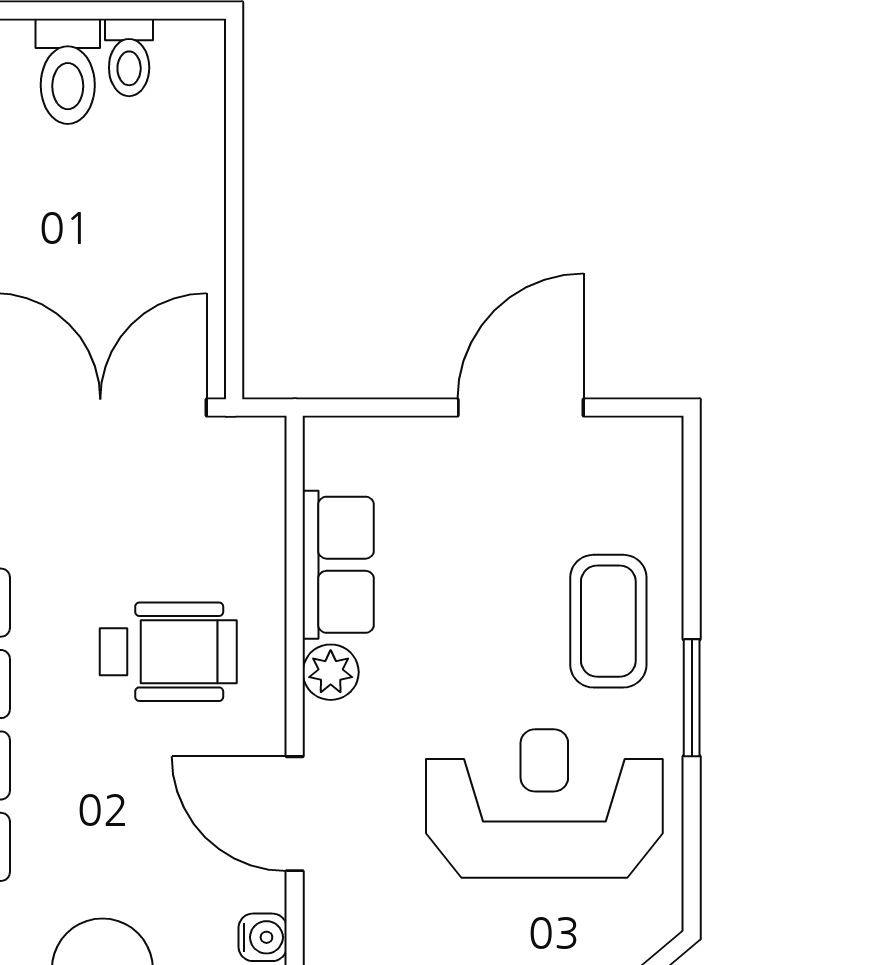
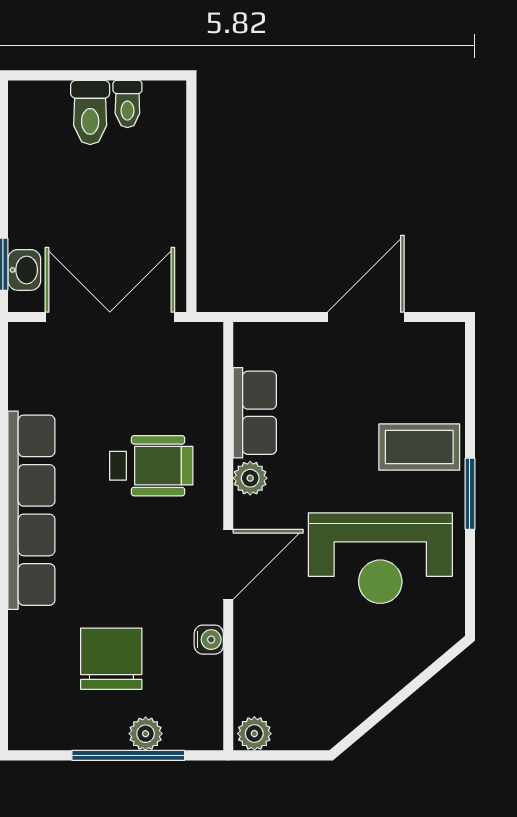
coffee table: (608, 621) -> (419, 447), turned 90
reception desk: (544, 804) -> (380, 558), turned 180
door: (295, 814) -> (228, 564), swing flipped

